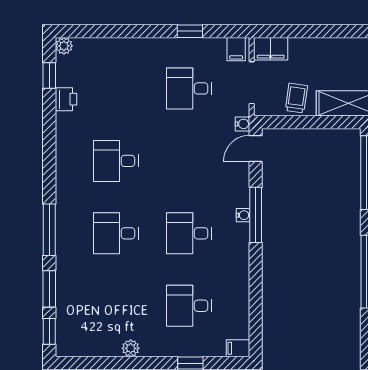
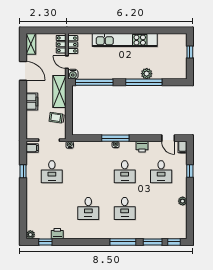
filing cabinet: (271, 49) -> (32, 102), moved
door: (256, 148) -> (168, 138), moved
printer: (239, 268) -> (142, 147), added

